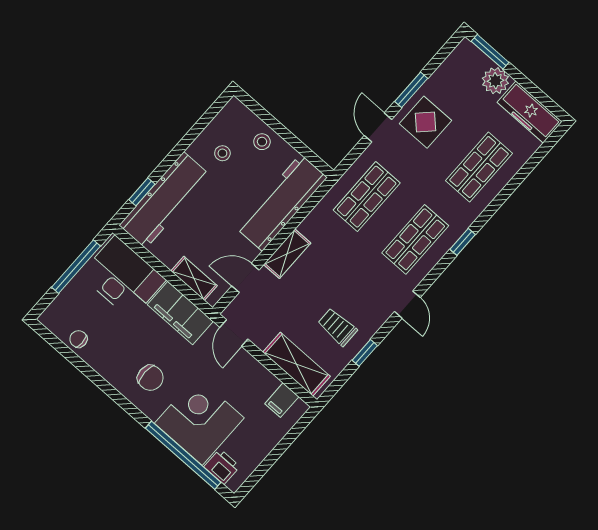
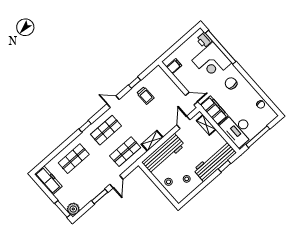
plant: (495, 81) -> (73, 209), moved
display table: (425, 122) -> (95, 181), removed
shelving: (287, 254) -> (152, 141), moved
door: (245, 278) -> (183, 122), swing flipped
door: (407, 305) -> (113, 102), hinge flipped
door: (234, 333) -> (191, 99), hinge flipped
shelving: (296, 364) -> (165, 81), removed

